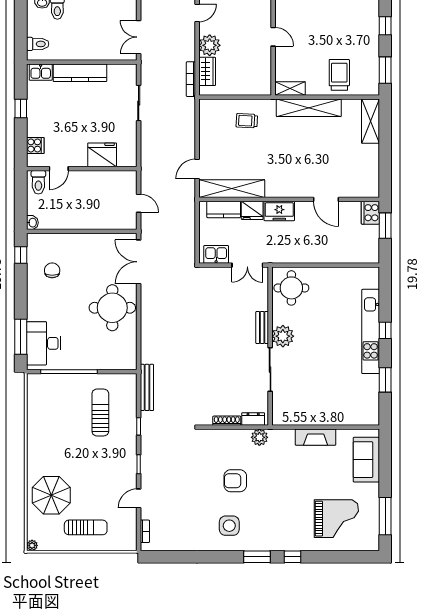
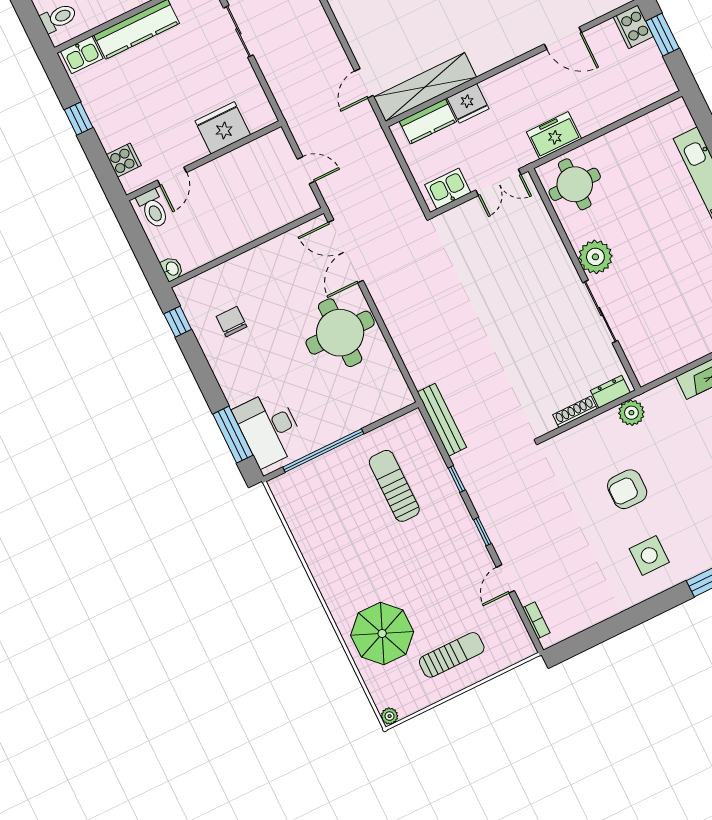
freezer: (279, 211) -> (554, 135), moved, turned 180
bench: (262, 327) -> (561, 259), removed

